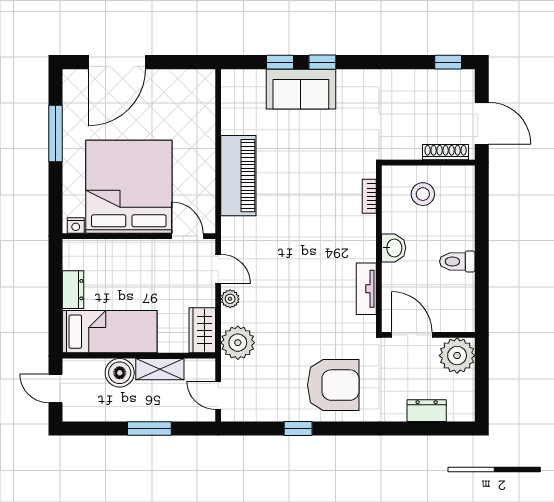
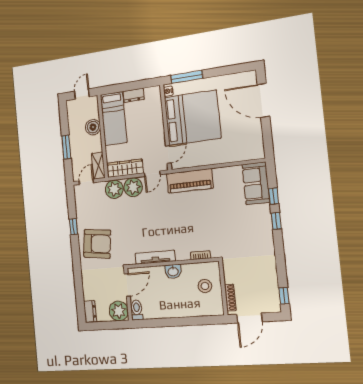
sofa: (301, 89) -> (256, 183), moved
window: (56, 133) -> (187, 77), moved
piano: (238, 176) -> (190, 181), moved
toilet: (457, 261) -> (137, 310), moved
tv unit: (366, 289) -> (155, 257), width x1.41
plant: (230, 299) -> (133, 187), width x1.88, depth x1.88
wardrobe: (202, 330) -> (125, 168), width x1.50
shelving: (160, 369) -> (98, 166), moved
armchair: (333, 385) -> (97, 244), turned -83
dresser: (427, 411) -> (90, 312), moved

